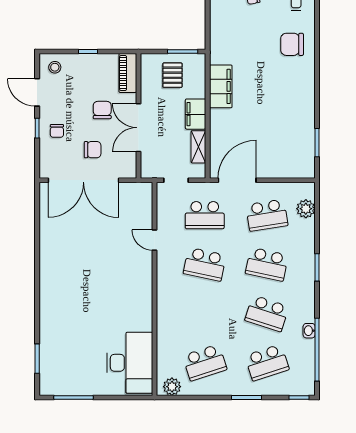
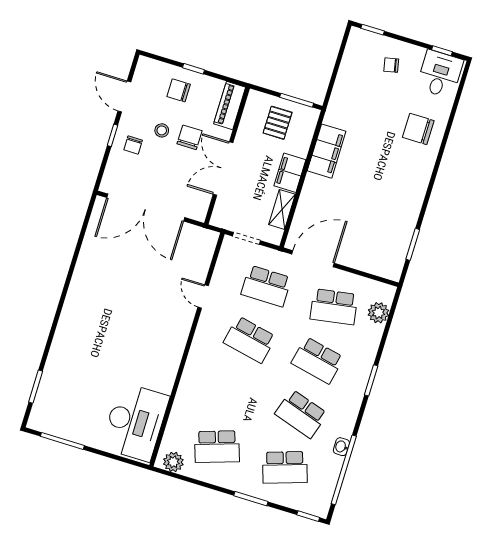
stool: (55, 67) -> (162, 130), moved
chair: (93, 150) -> (179, 90), moved, turned 180

